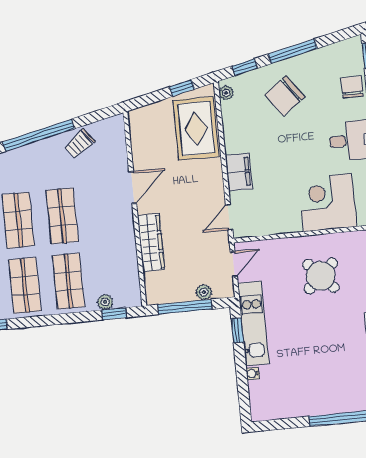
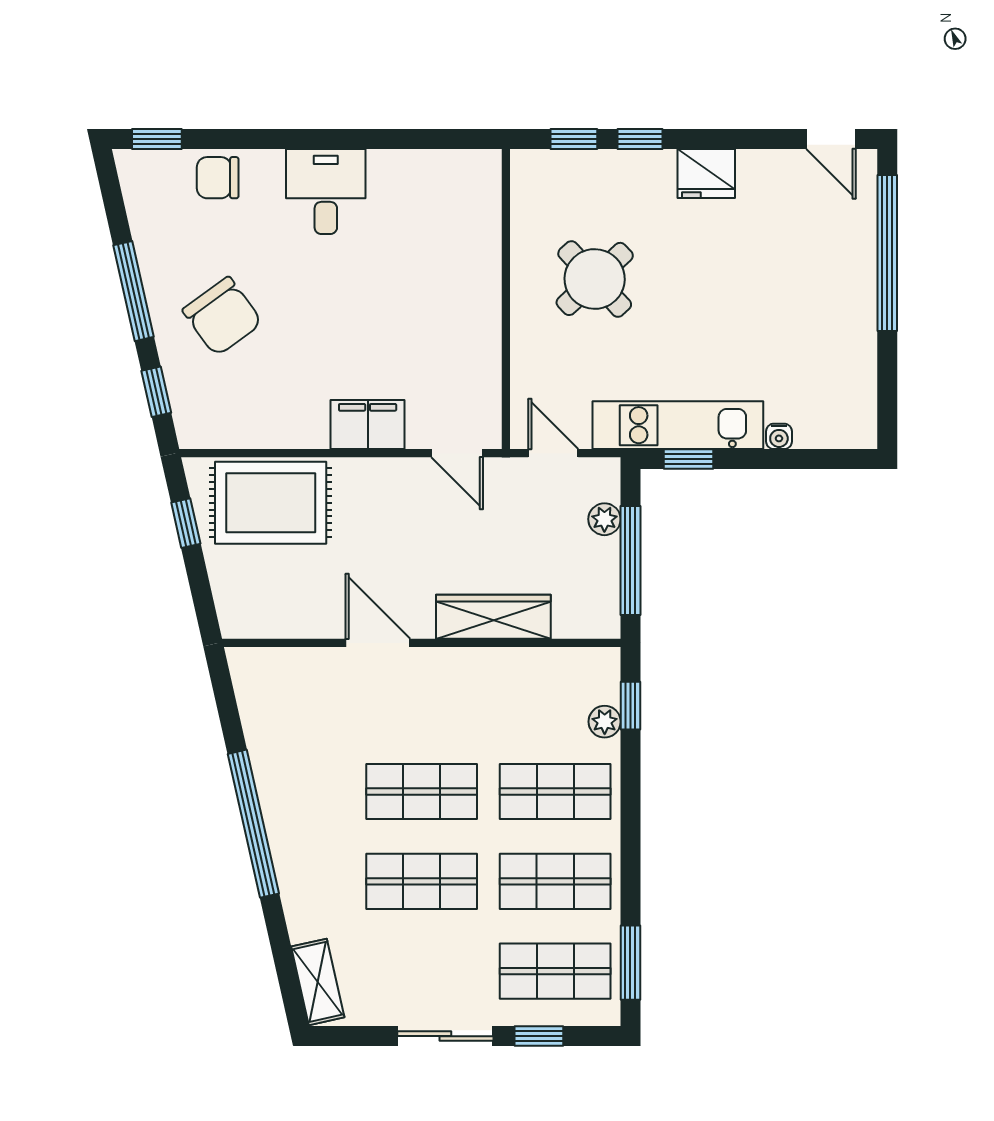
plant: (226, 93) -> (205, 434), removed
trolley: (80, 144) -> (279, 742), removed
corner desk: (327, 203) -> (447, 251), removed

